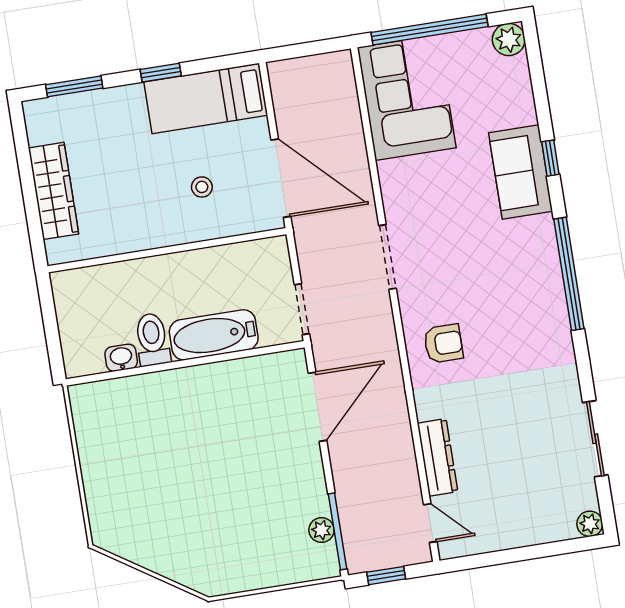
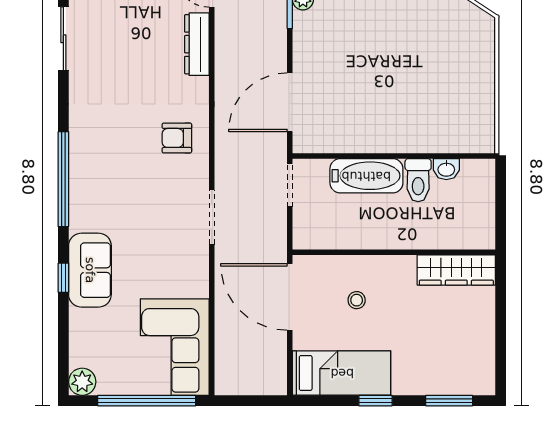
wardrobe: (54, 191) -> (456, 270), moved, turned -90

